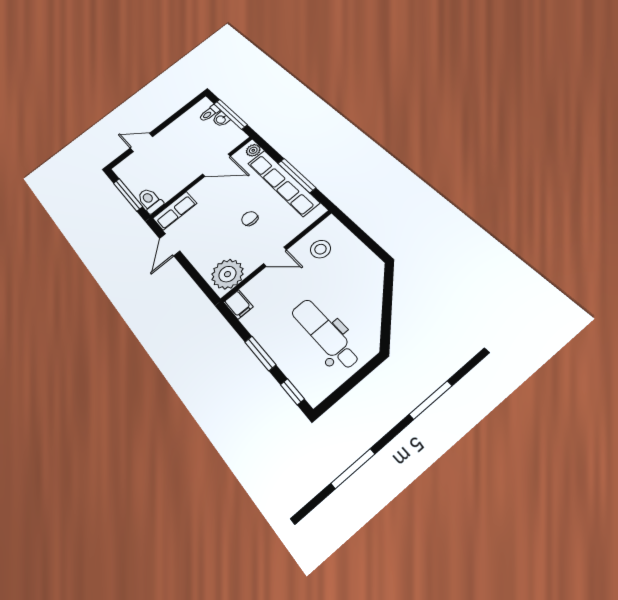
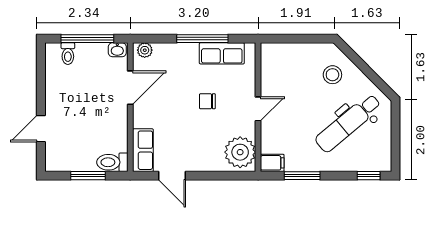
washbasin: (221, 119) -> (117, 50), moved
row of seats: (283, 183) -> (222, 53), width x0.50
window: (128, 195) -> (88, 176), width x0.69
stool: (320, 249) -> (332, 75), moved
dental chair: (325, 334) -> (348, 123), turned -40
window: (260, 353) -> (302, 176), moved

